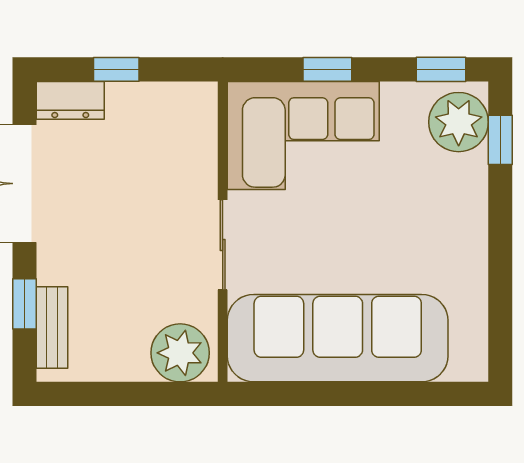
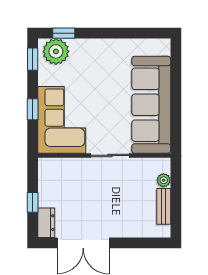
window: (25, 304) -> (136, 243), removed
bench: (52, 327) -> (164, 206), moved, turned 90
plant: (180, 353) -> (164, 180), width x0.53, depth x0.53

